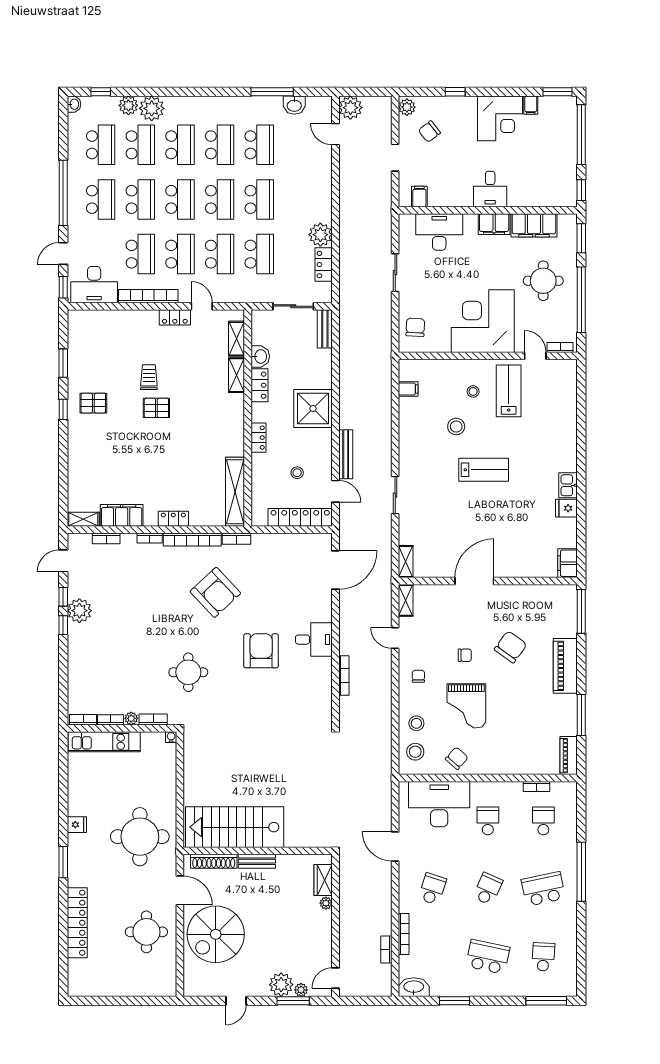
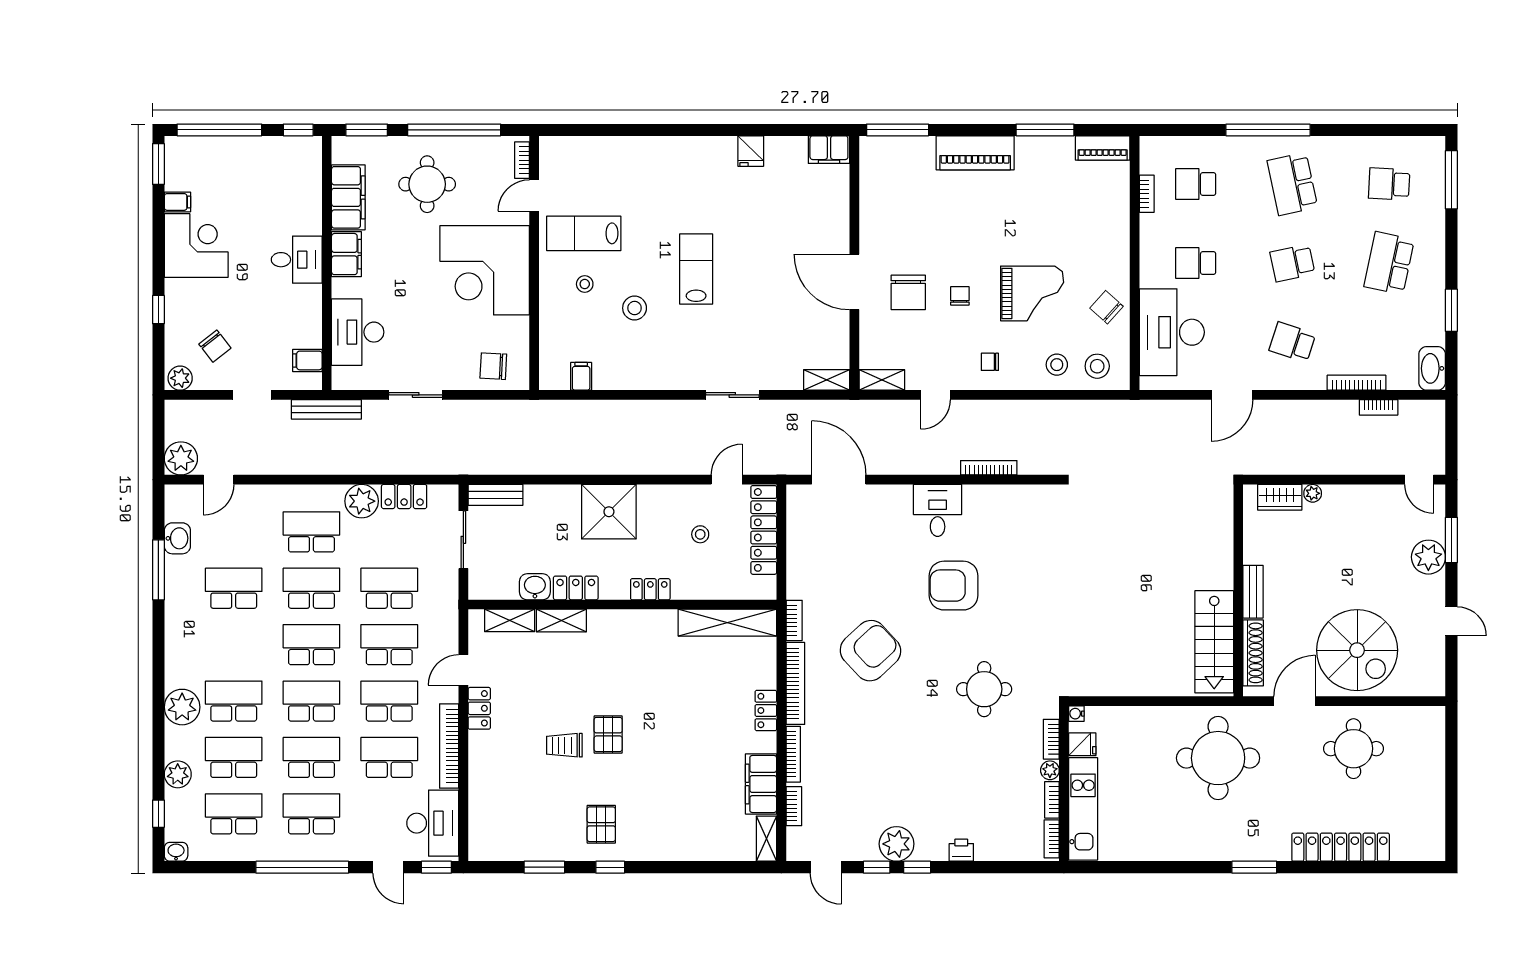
plant: (152, 108) -> (182, 707), moved
school desk: (220, 145) -> (311, 532), moved
bench: (346, 454) -> (326, 409), moved
kitchen sink: (568, 485) -> (718, 149), removed
bookcase: (150, 538) -> (793, 754), width x1.56
chair: (511, 647) -> (908, 292), moved, turned -126
printer: (75, 656) -> (961, 850), added
fridge: (77, 825) -> (1082, 744), moved, turned 90
stairs: (235, 827) -> (1214, 642), width x0.73, depth x0.66
school desk: (488, 889) -> (1292, 263), turned -36
plant: (301, 990) -> (1436, 529), removed

